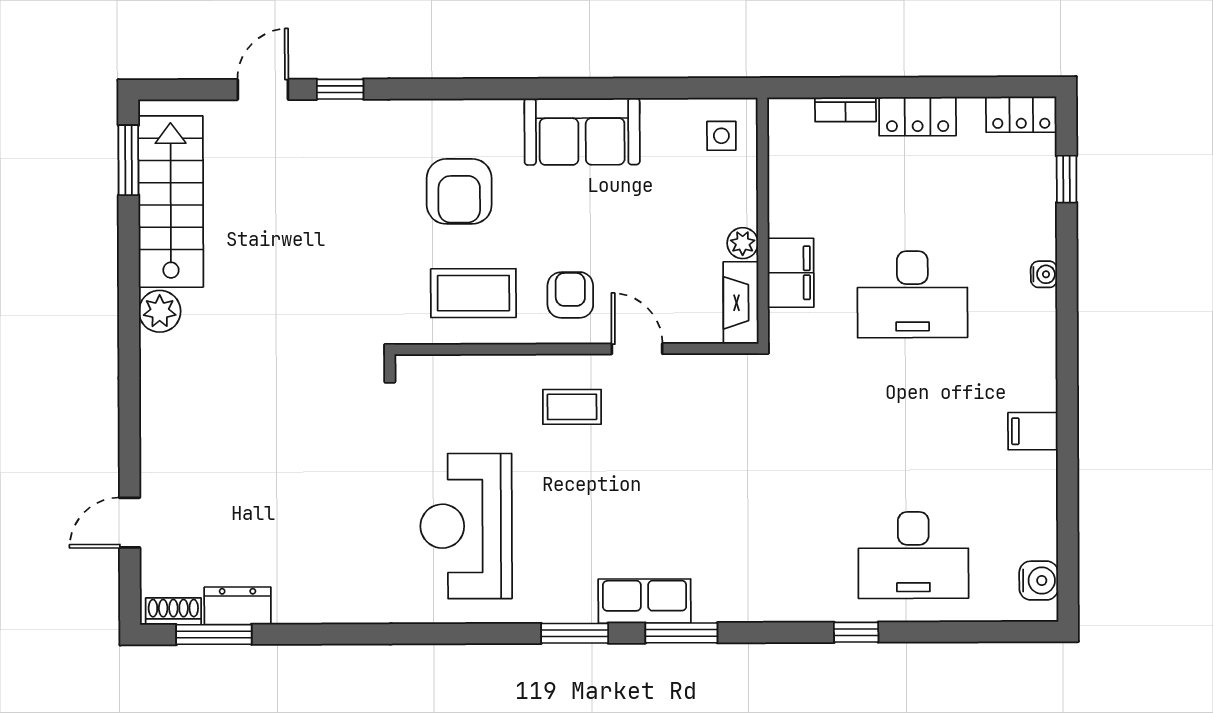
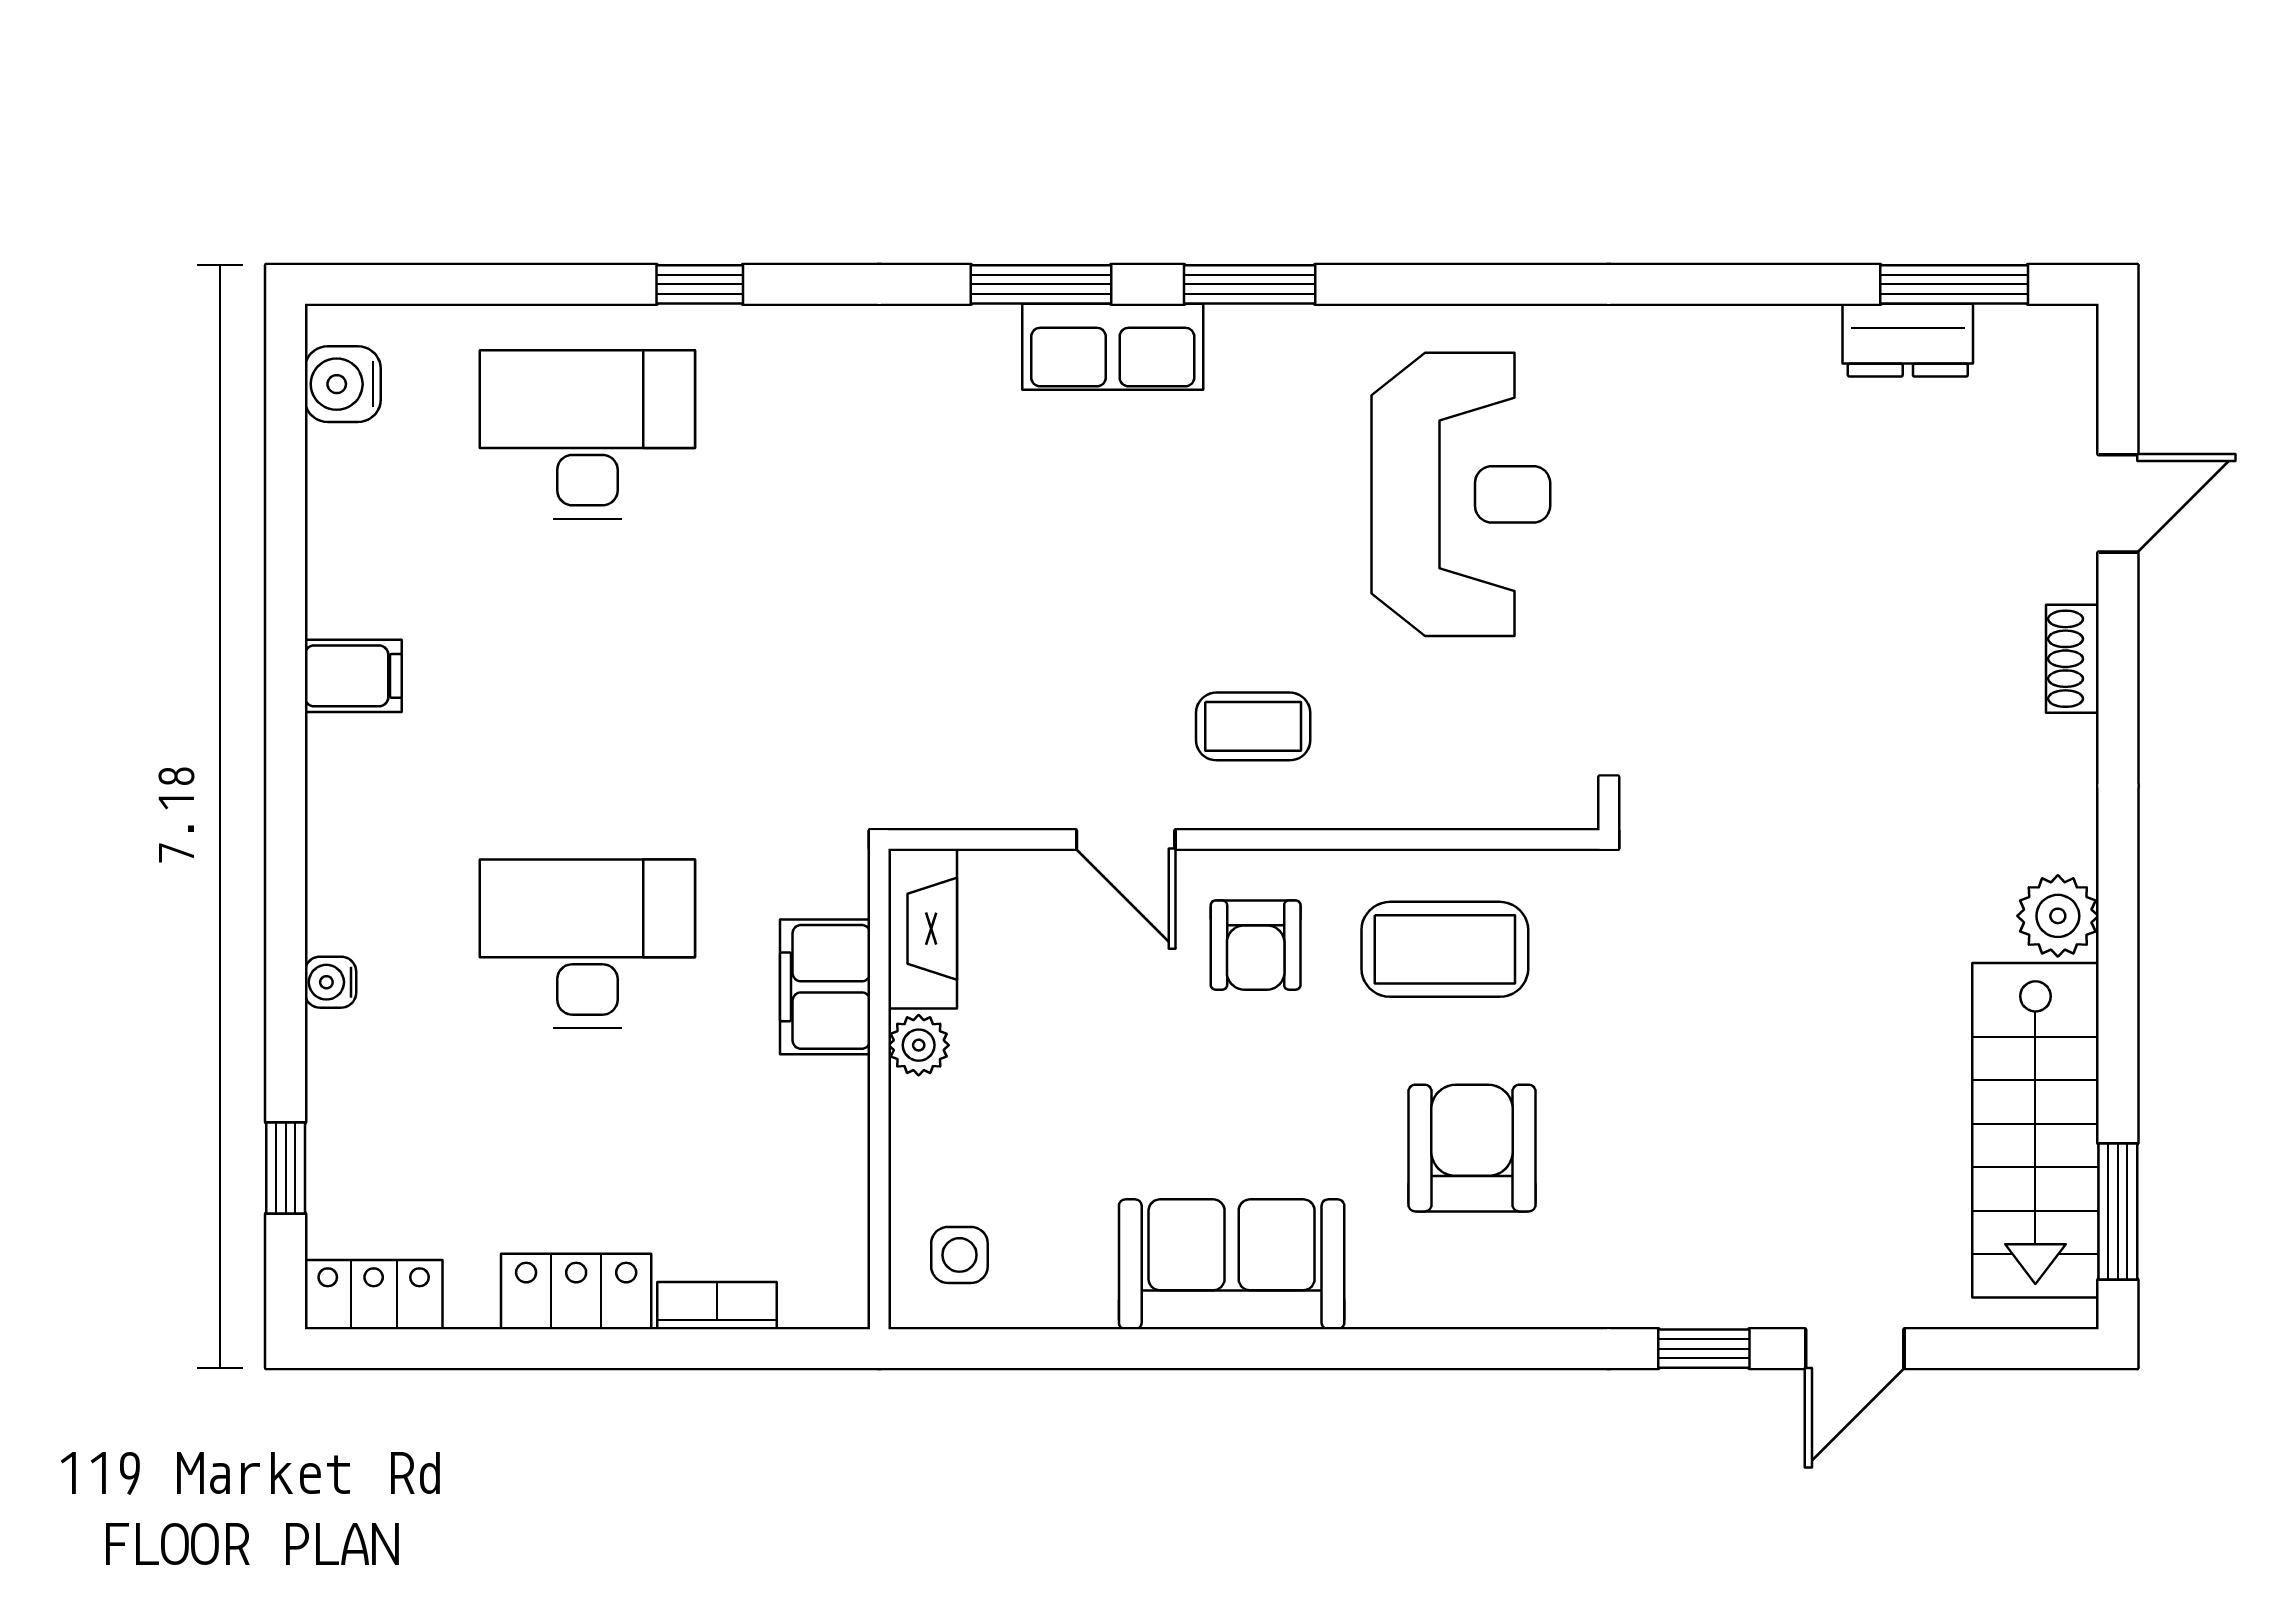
shoe rack: (173, 611) -> (2072, 659), moved, turned 90

